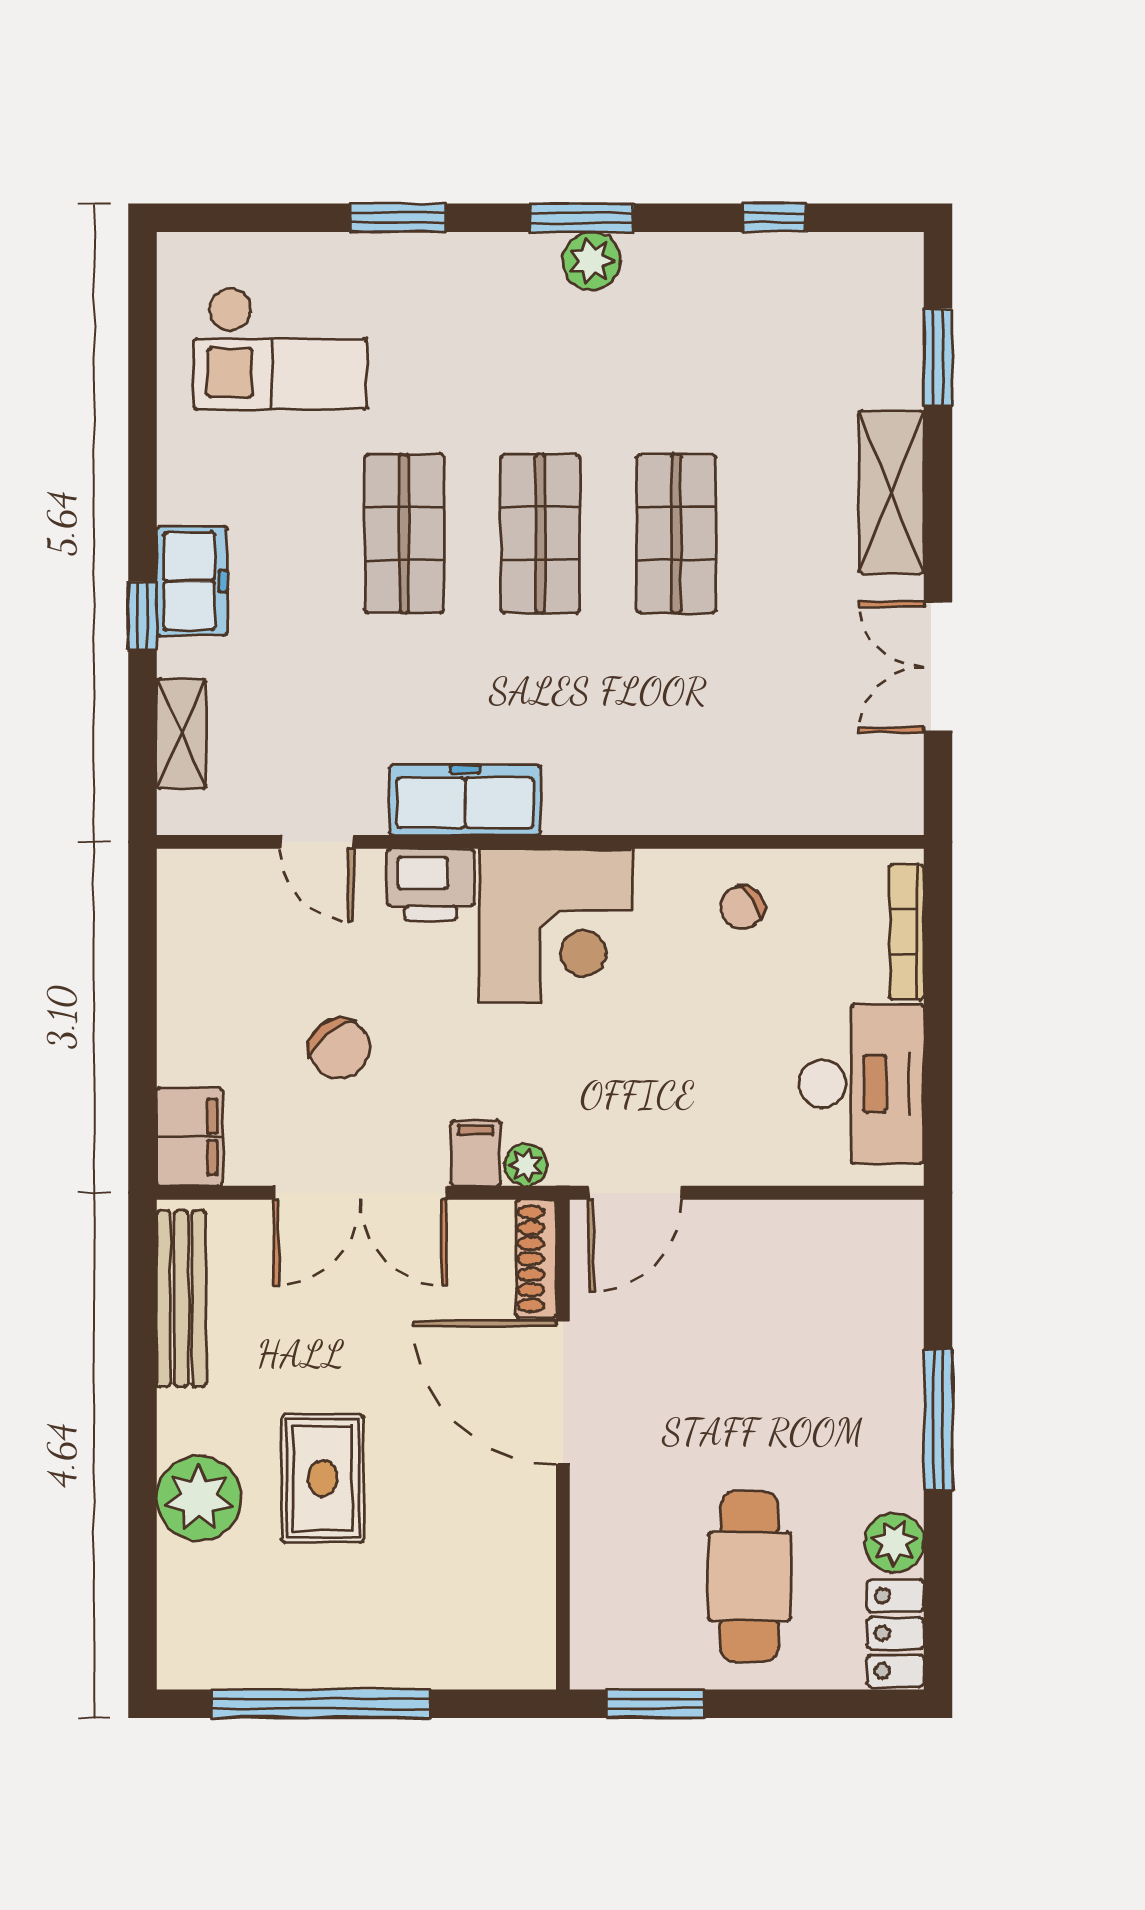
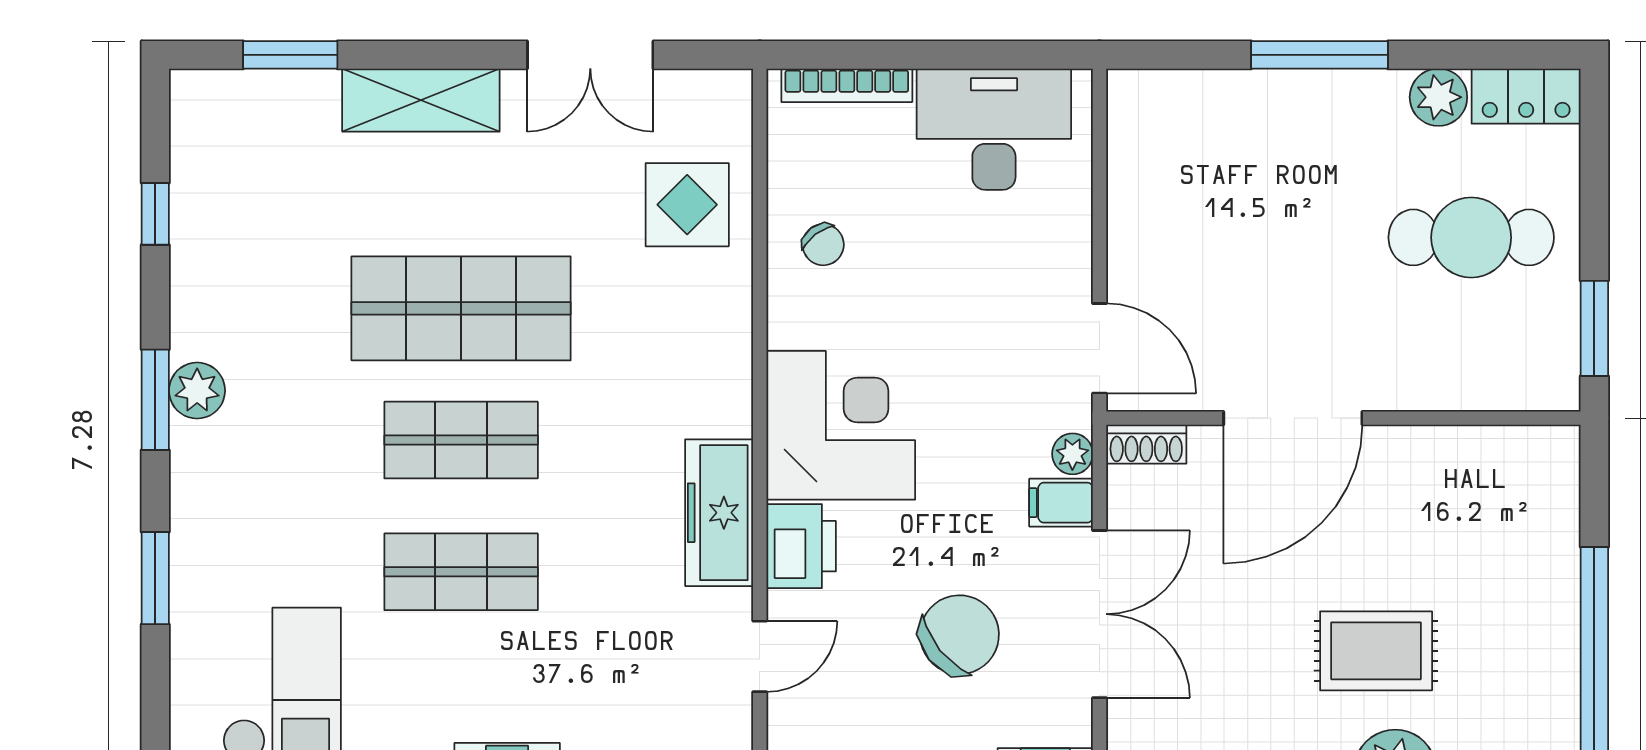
shop shelf: (676, 534) -> (461, 308), width x1.43, depth x1.36
display table: (783, 767) -> (687, 205), added
chair: (339, 1048) -> (959, 635), width x1.37, depth x1.37
shoe rack: (536, 1259) -> (1146, 444), width x0.70

